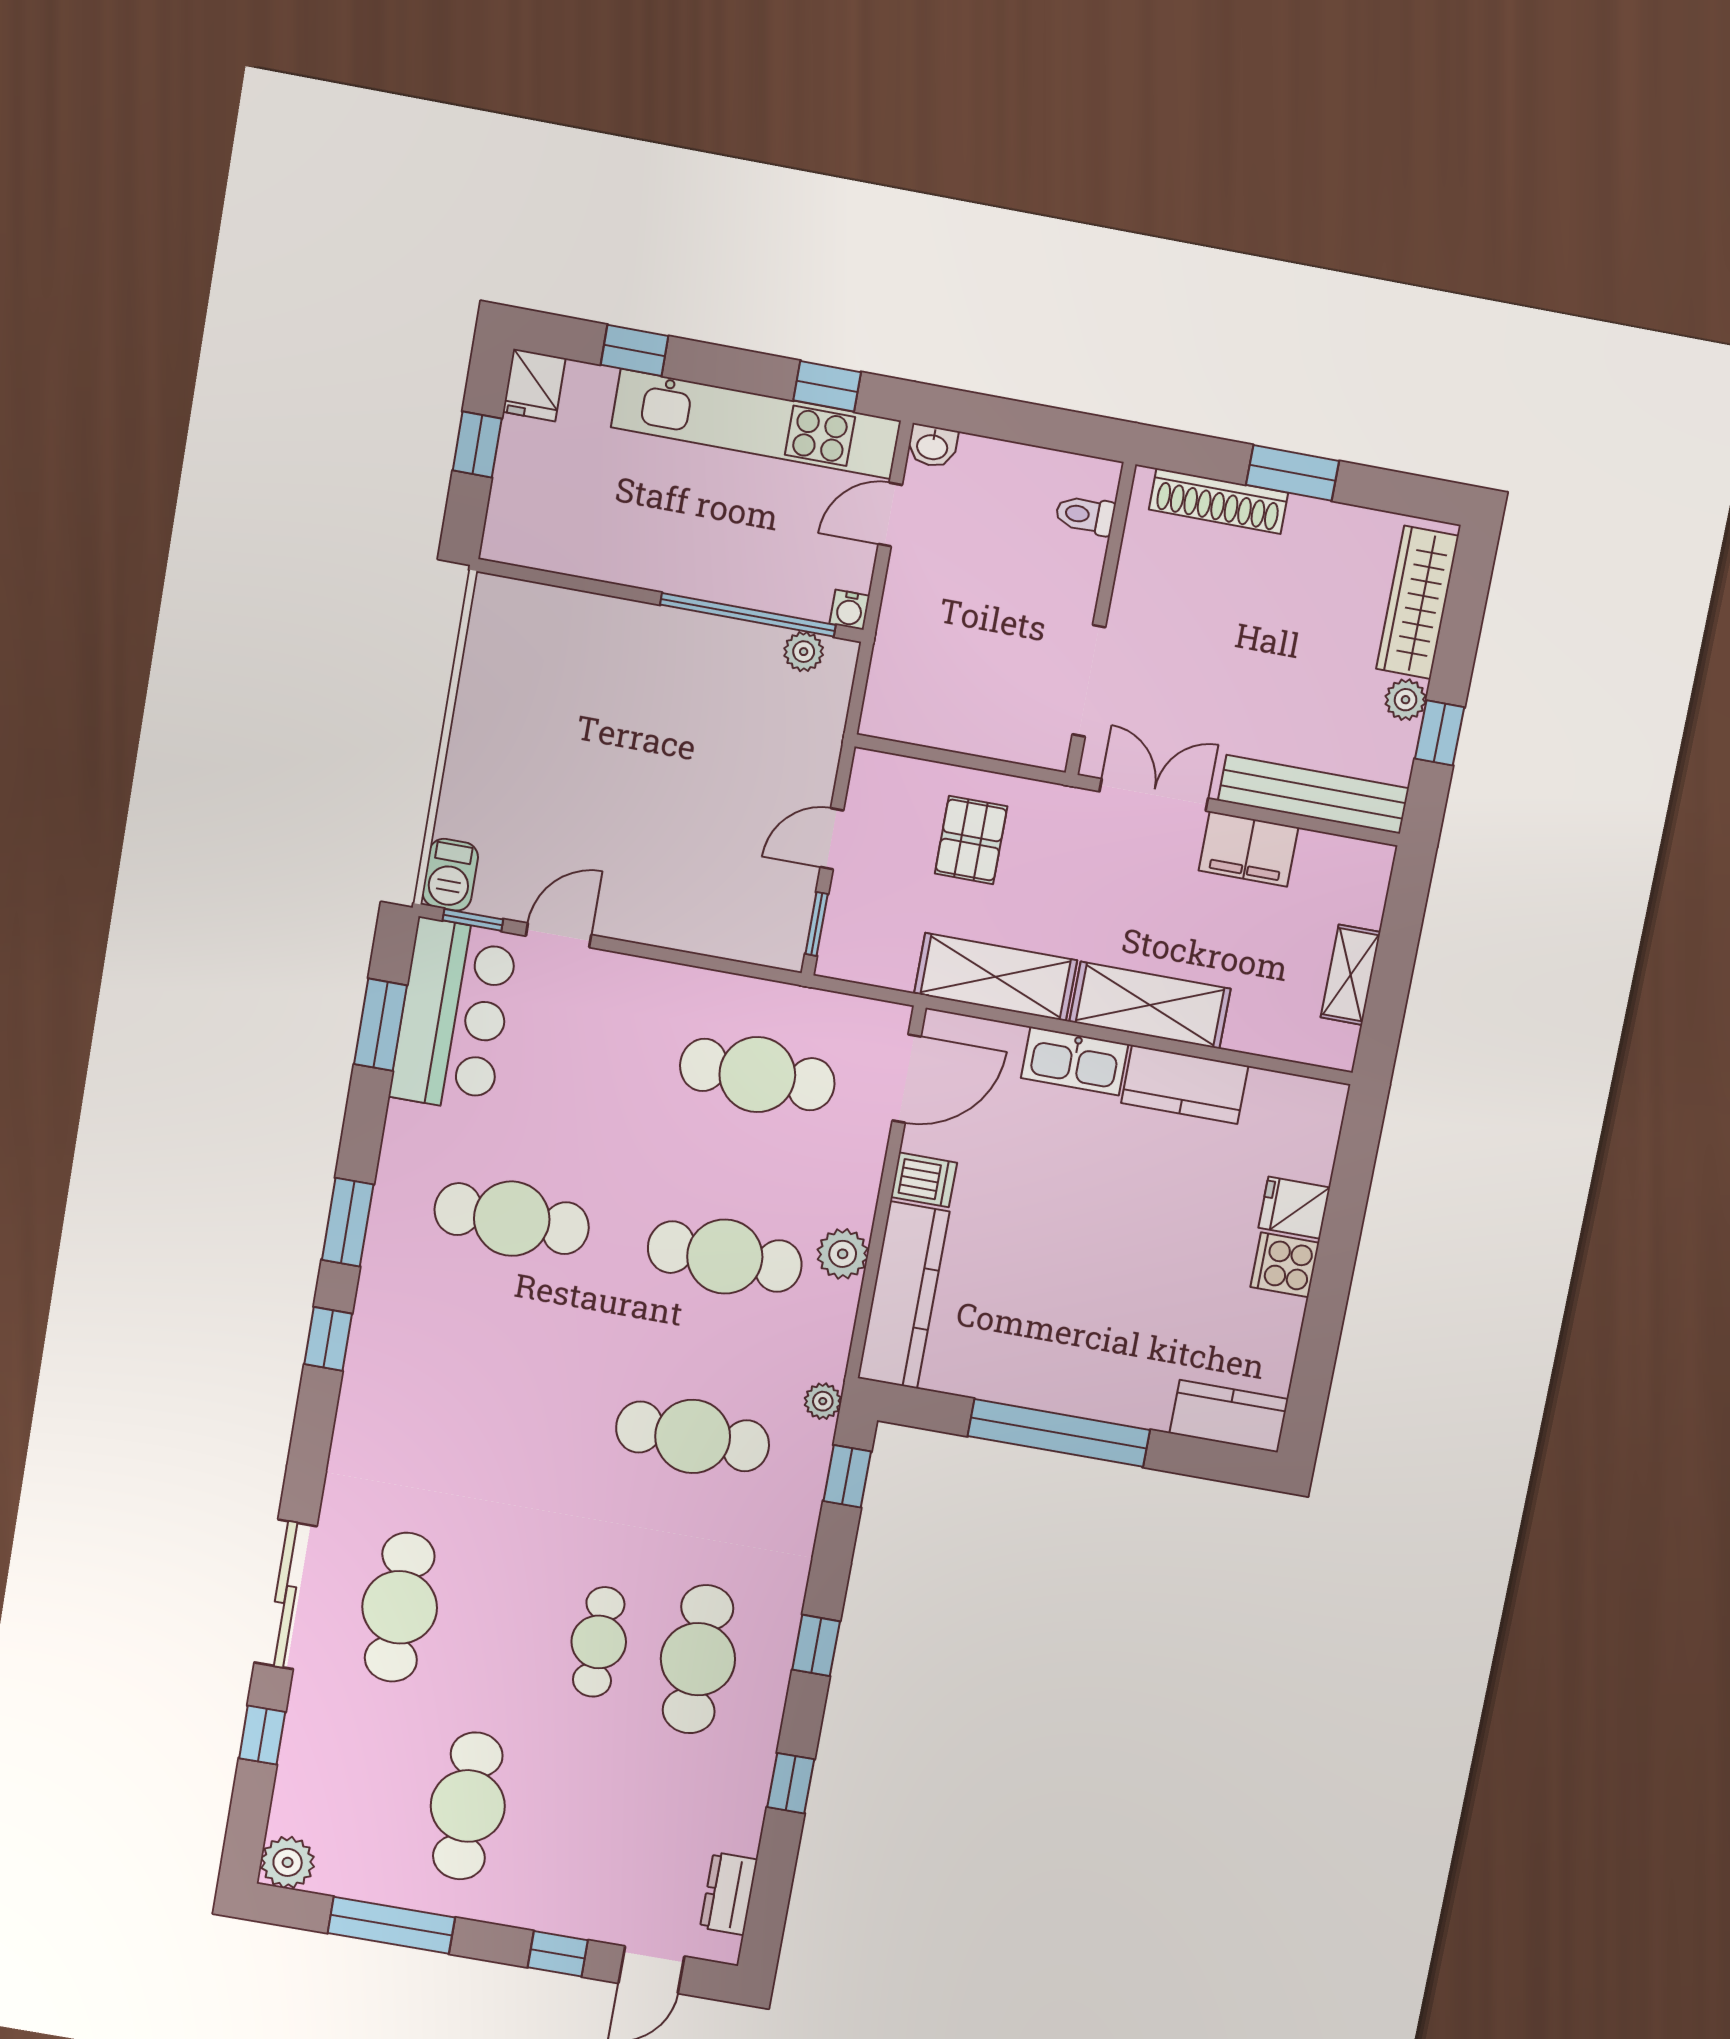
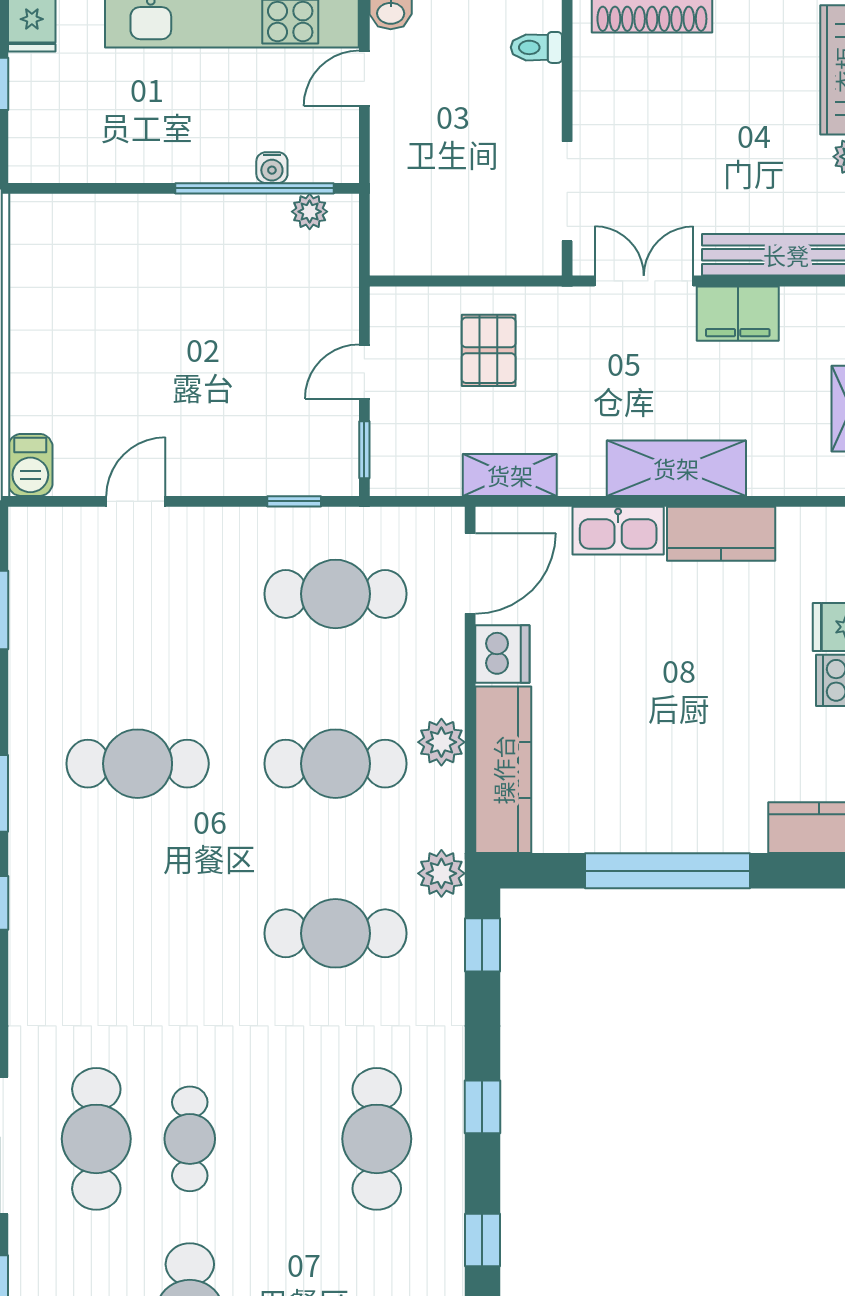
water cooler: (850, 610) -> (272, 168), moved
window: (473, 920) -> (294, 501), moved
shelving: (996, 977) -> (510, 475), width x0.67, depth x0.75
bar counter: (454, 1016) -> (54, 590), removed
dishwasher: (924, 1180) -> (502, 654), width x1.38
plant: (823, 1401) -> (441, 873), width x1.38, depth x1.38
cafe table: (599, 1642) -> (190, 1139), moved

